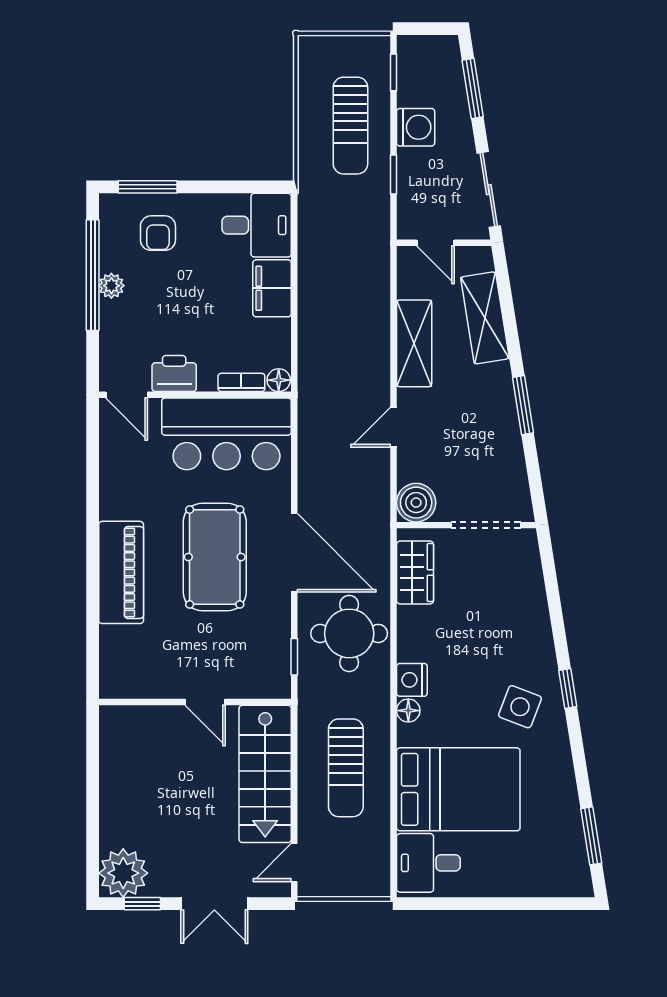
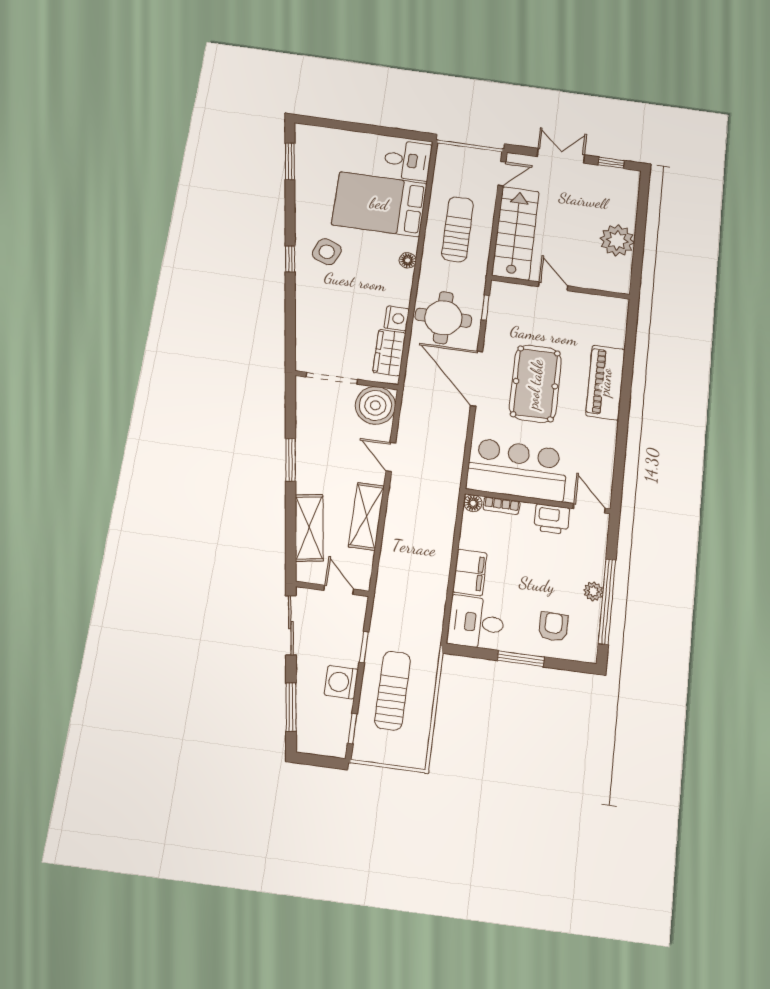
window: (148, 187) -> (521, 659), moved
door: (394, 427) -> (391, 457), swing flipped
boiler: (416, 503) -> (375, 405), width x1.37, depth x1.37
nightstand: (412, 680) -> (397, 318), moved
plant: (123, 873) -> (617, 240), moved

